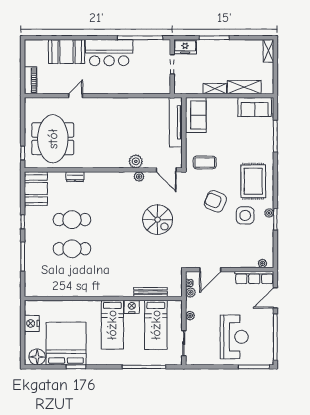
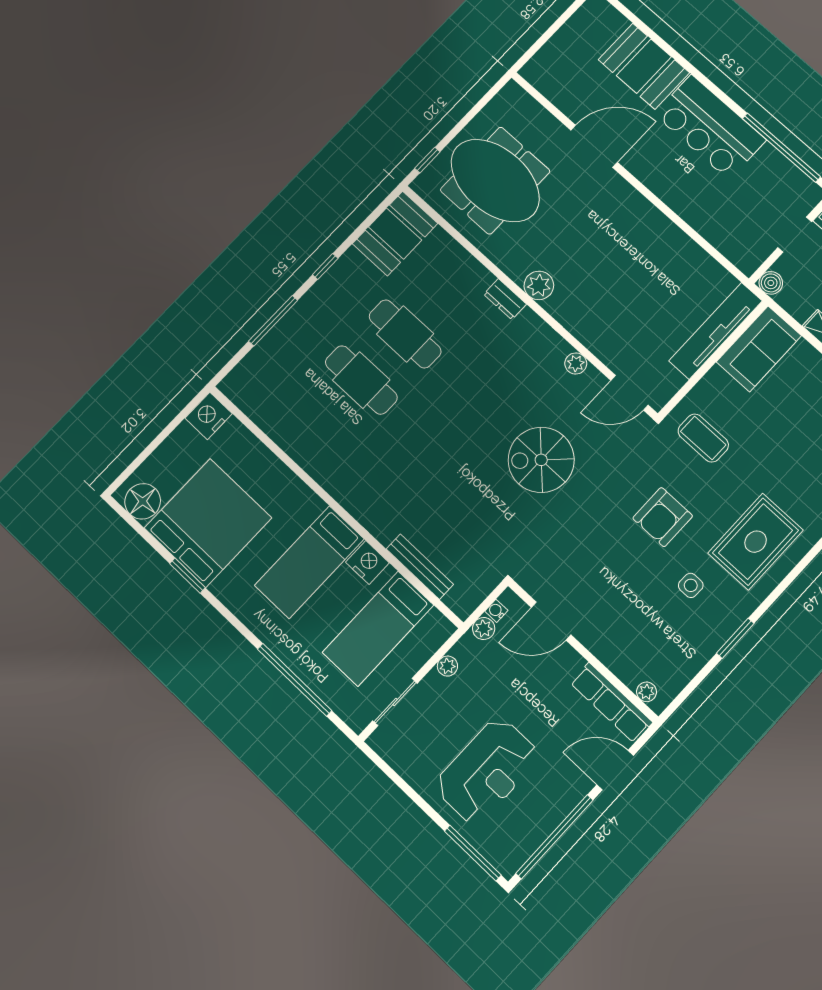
piano: (31, 80) -> (546, 60), removed
boiler: (179, 89) -> (771, 283), added
door: (76, 96) -> (594, 146), width x1.88
meeting table: (53, 139) -> (495, 180), turned 90
plant: (136, 161) -> (539, 285), moved
door: (166, 170) -> (629, 393), hinge flipped
dresser: (75, 177) -> (505, 299), moved
armchair: (215, 201) -> (663, 517), turned -113
plant: (269, 213) -> (734, 618), removed
side table: (245, 215) -> (691, 585), width x0.54, depth x0.54
spiral stairs: (158, 220) -> (541, 460), turned 90
nightstand: (32, 323) -> (209, 416), moved

